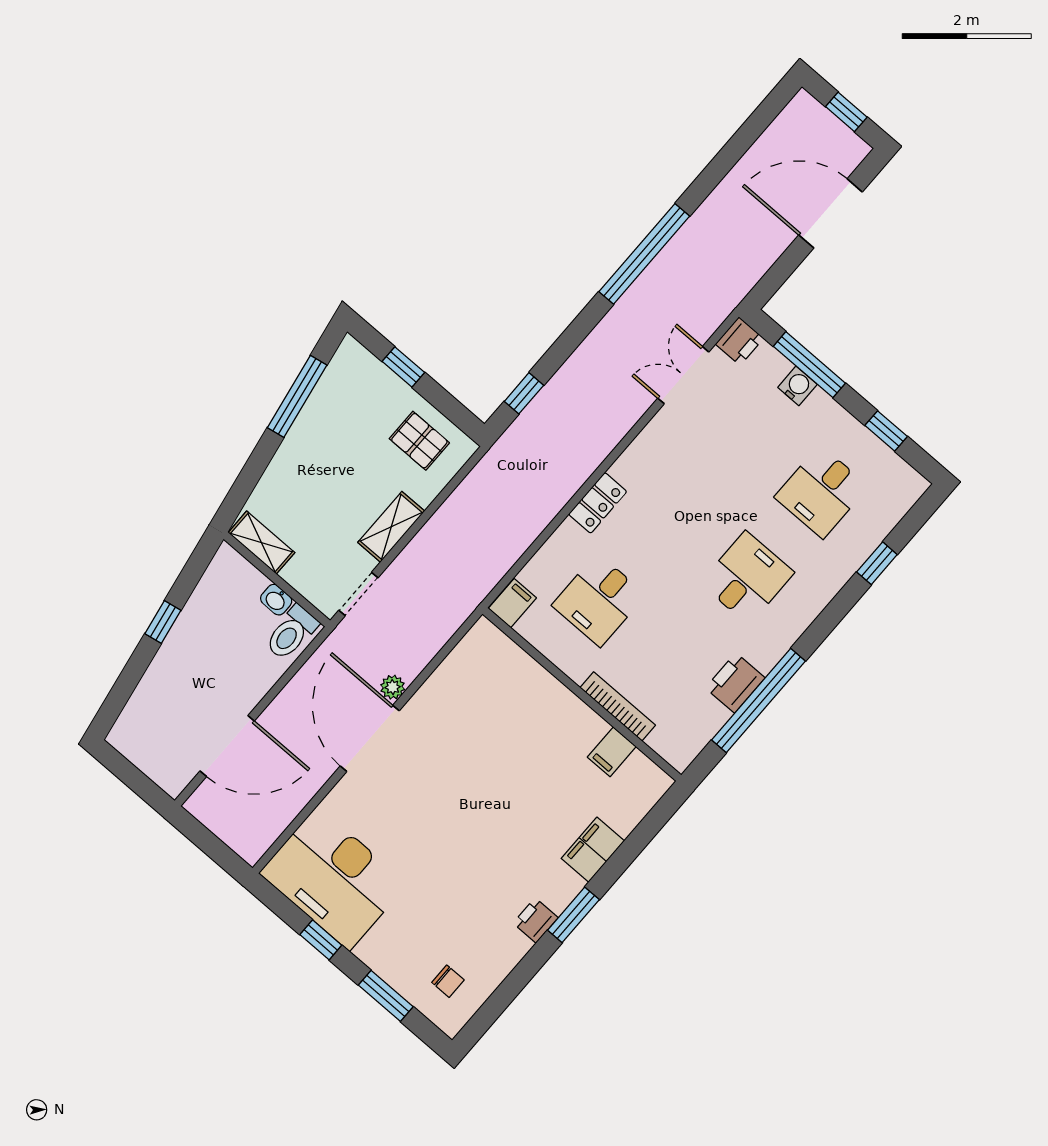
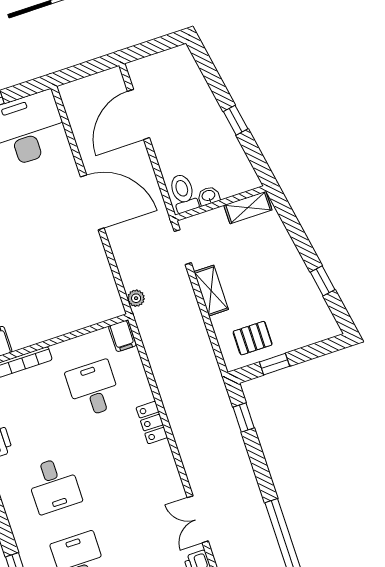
window: (403, 367) -> (274, 364), moved
double door: (683, 375) -> (198, 519), swing flipped
window: (297, 396) -> (323, 281), width x0.46
plant: (393, 687) -> (136, 298), moved

